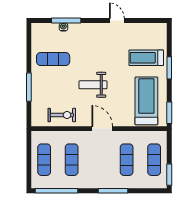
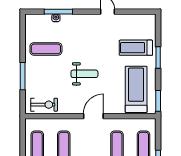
weight bench: (93, 85) -> (84, 74), turned 180
exercise bike: (62, 115) -> (44, 105), moved
door: (102, 129) -> (93, 116), hinge flipped

